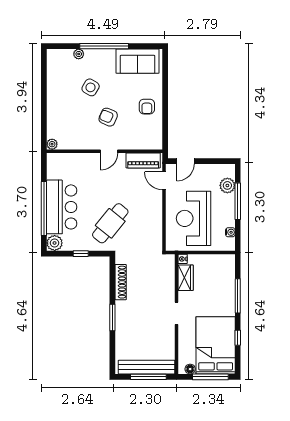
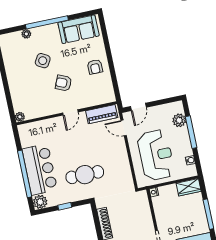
reception desk: (194, 218) -> (156, 155), turned 180
cafe table: (110, 223) -> (85, 175), turned 51
wardrobe: (186, 278) -> (189, 187), moved, turned 90

